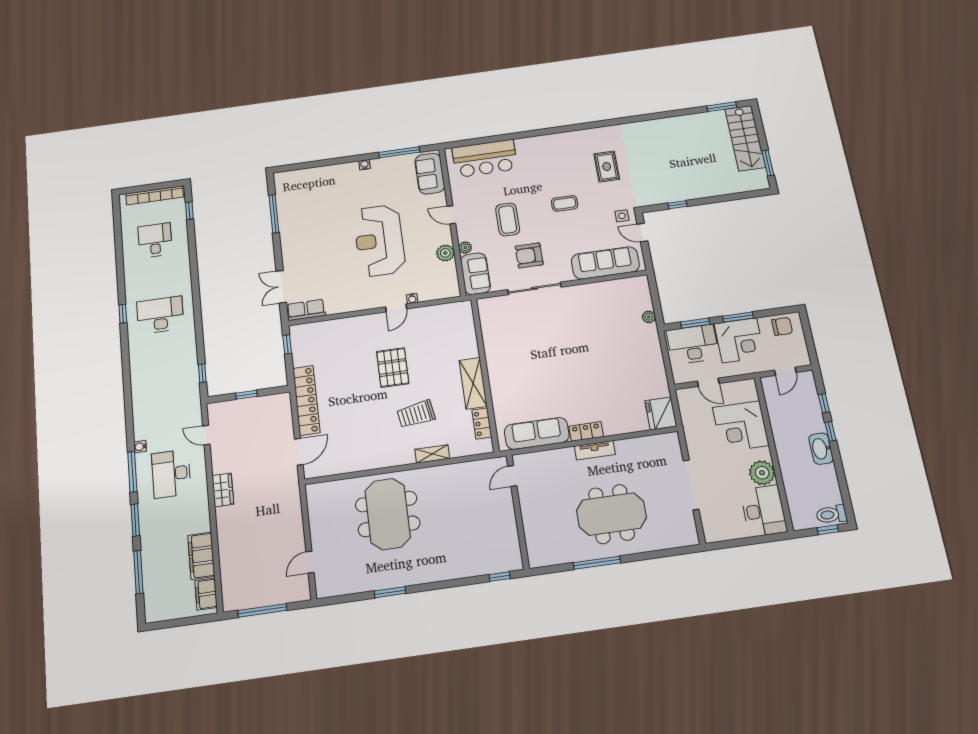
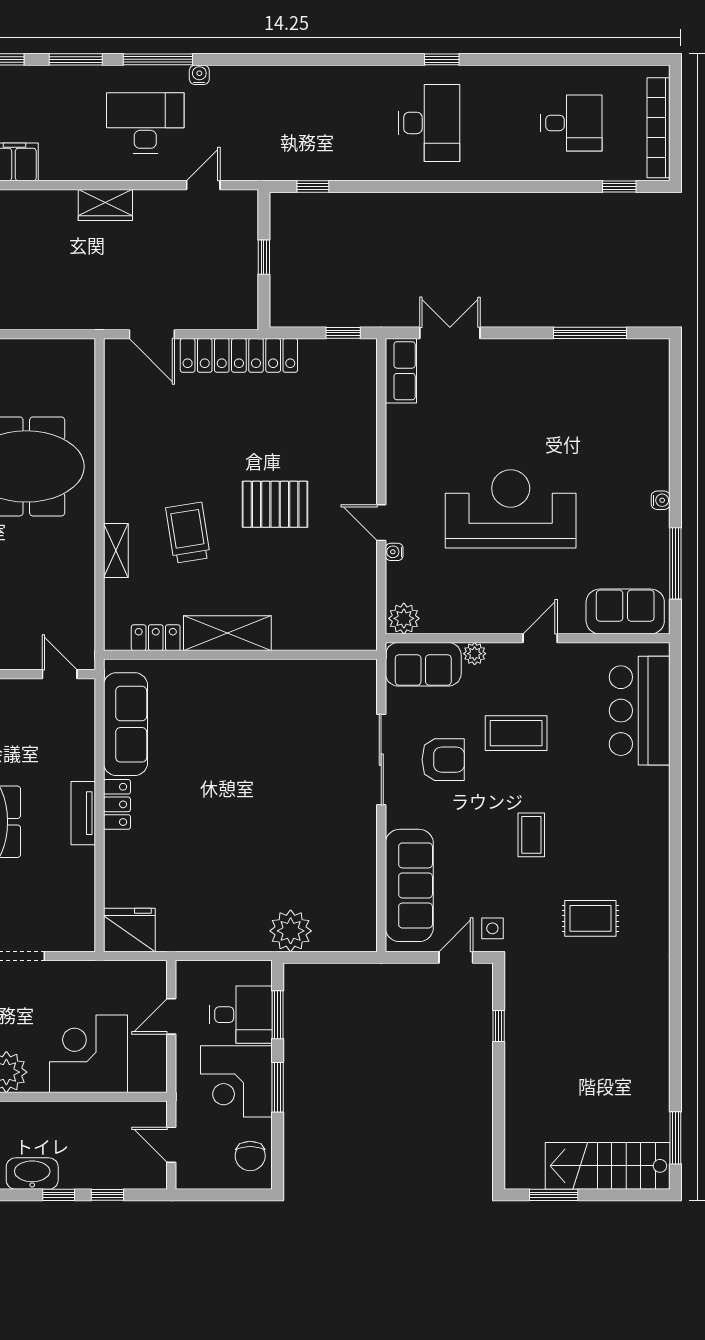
plant: (445, 253) -> (404, 618), moved
armchair: (529, 255) -> (443, 760), turned 90
plant: (649, 317) -> (291, 931), width x1.87, depth x1.87
desk: (693, 344) -> (241, 1015), width x0.73

